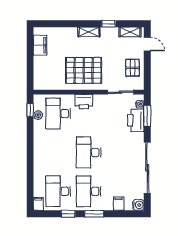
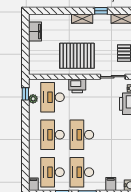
desk: (58, 152) -> (52, 135), added

